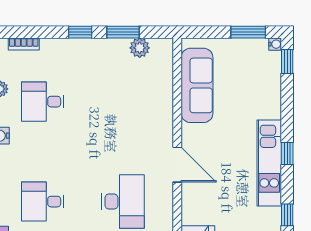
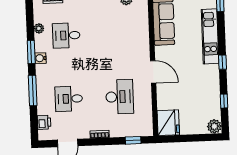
kitchen unit: (269, 163) -> (210, 36), moved

